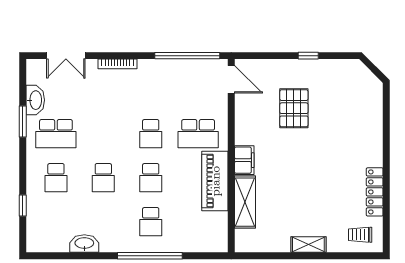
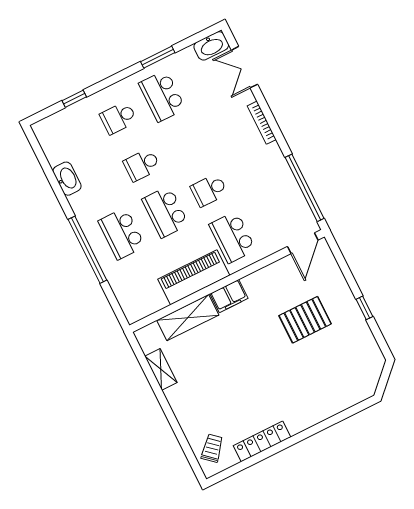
washbasin: (35, 100) -> (211, 46), moved
school desk: (151, 178) -> (165, 212), width x1.85
school desk: (151, 222) -> (122, 234), width x1.85
trolley: (360, 235) -> (212, 448), turned 41
shelving: (308, 245) -> (161, 369), moved

